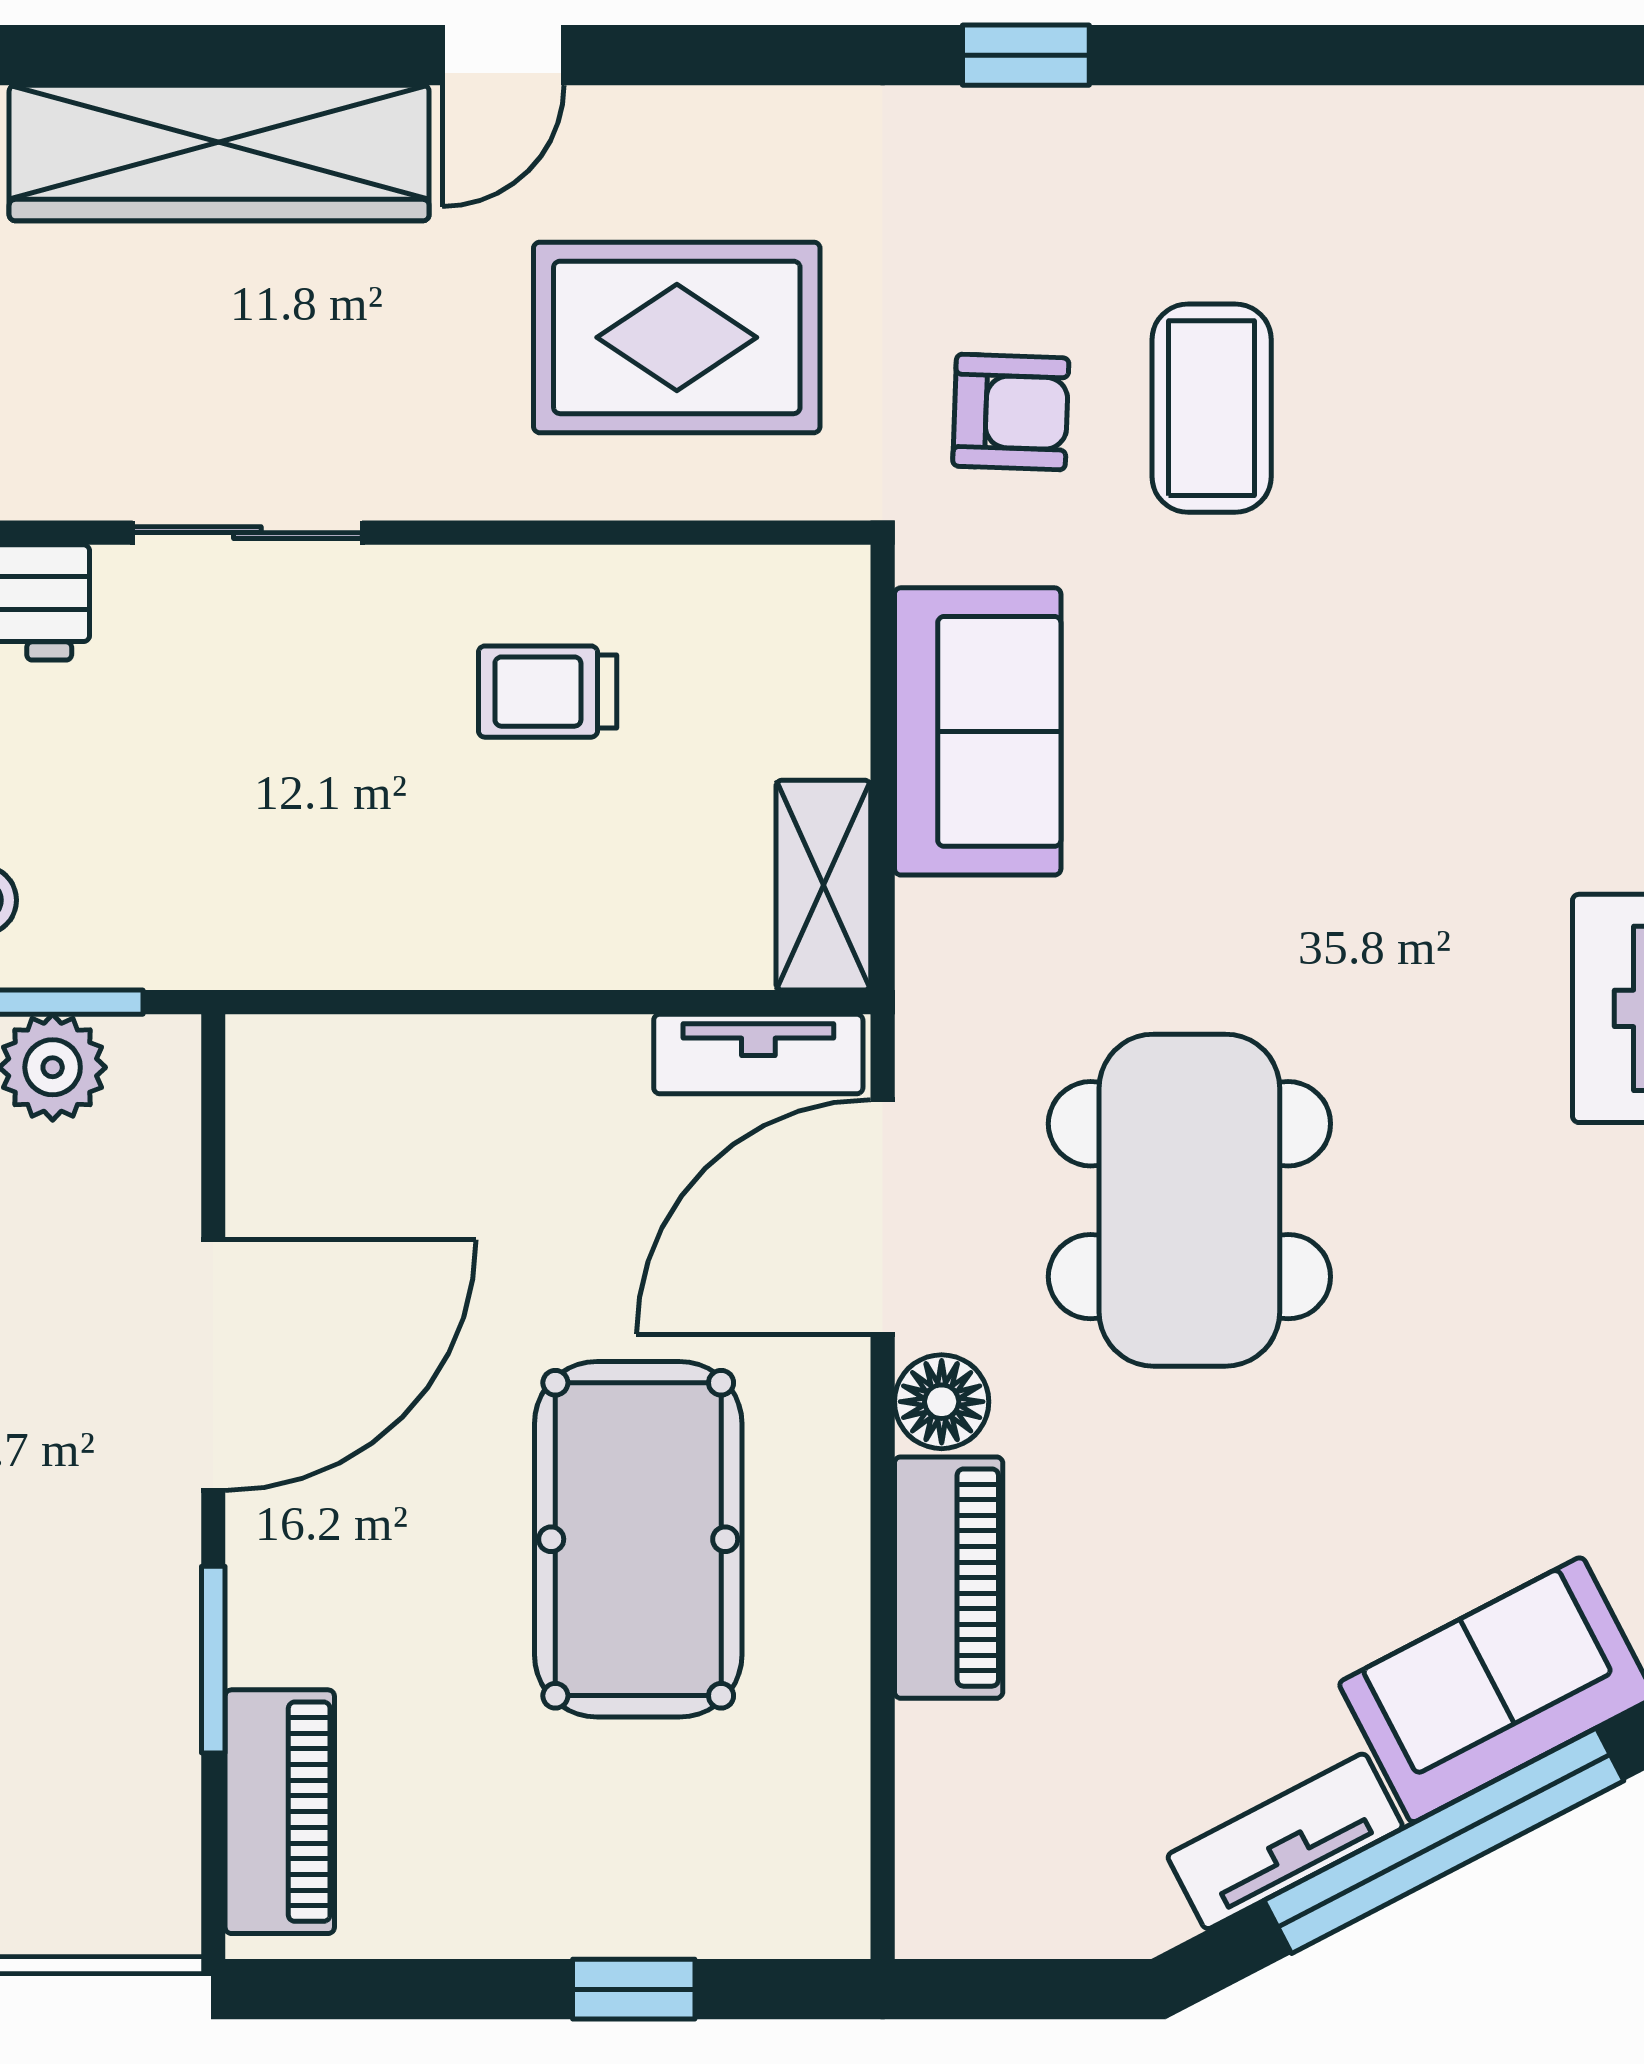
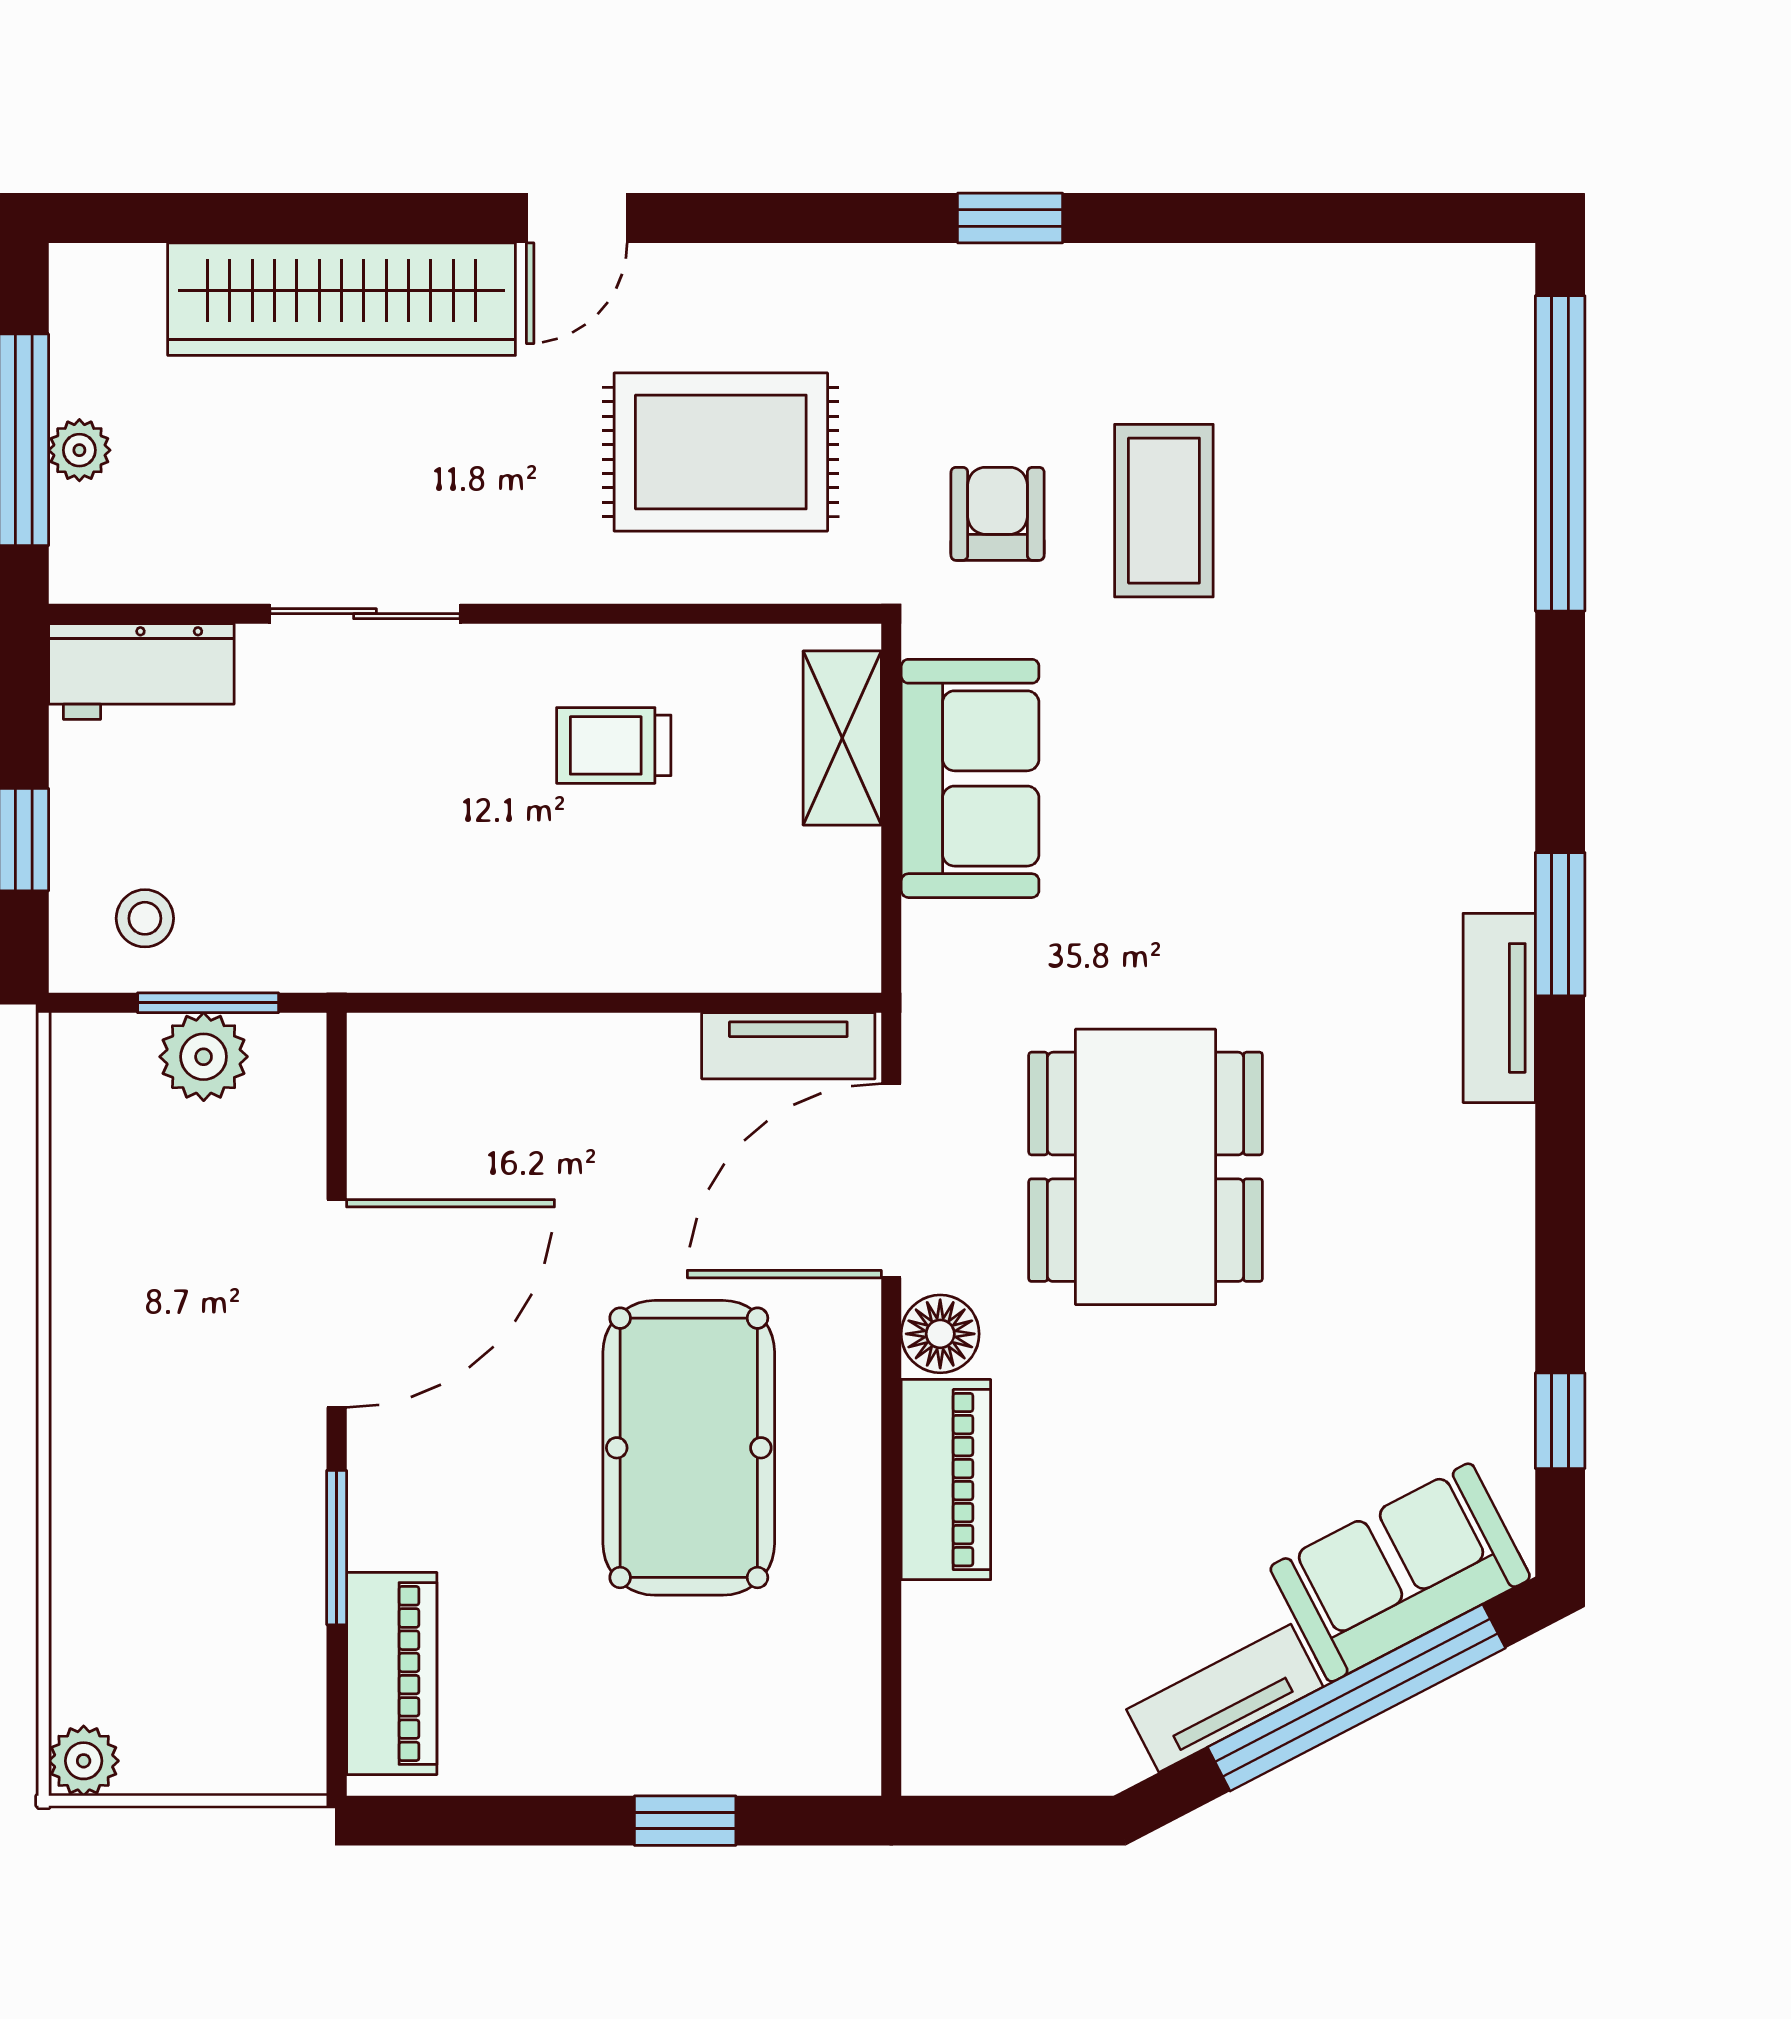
armchair: (1011, 412) -> (998, 514), turned -92
shelving: (823, 885) -> (842, 738), moved

